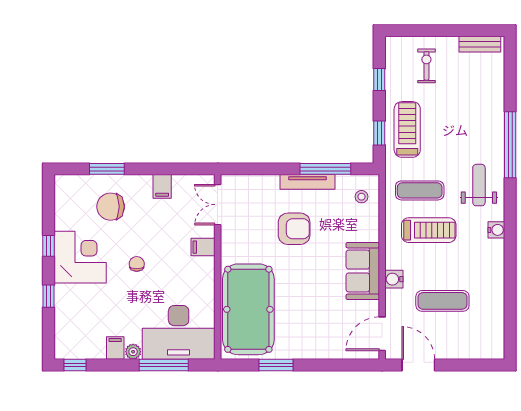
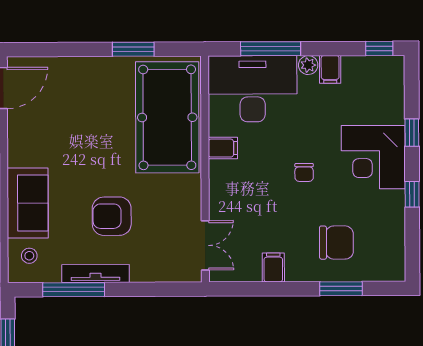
filing cabinet: (203, 247) -> (223, 148), moved
corner desk: (80, 257) -> (373, 157), moved
sofa: (363, 271) -> (28, 203), moved

